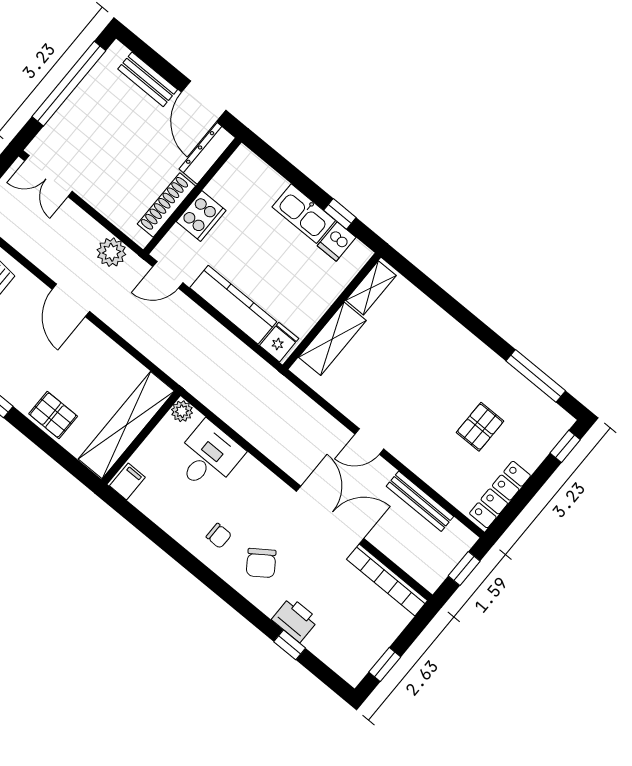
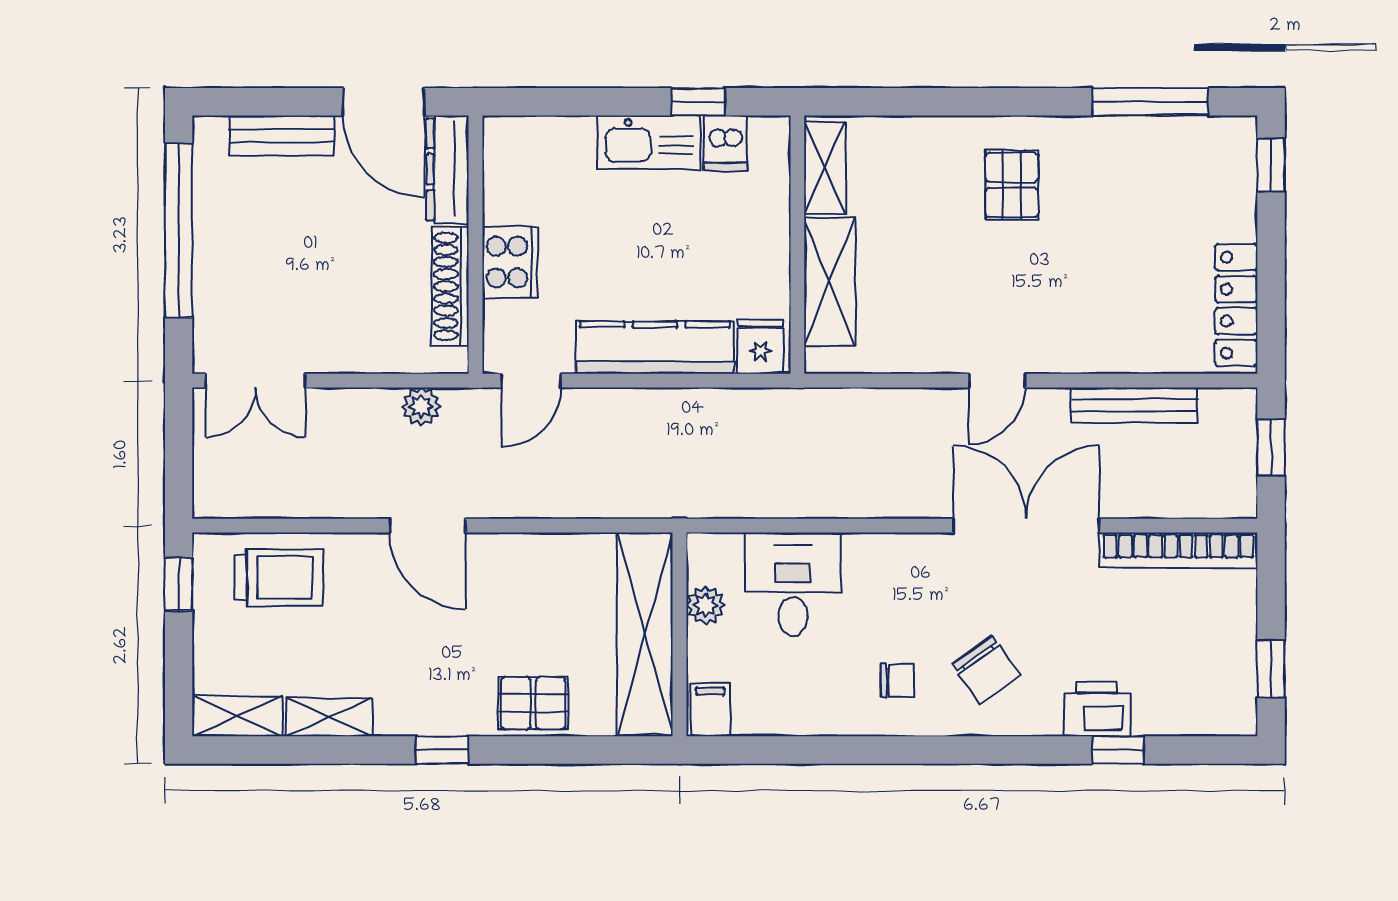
plant: (111, 252) -> (421, 406), width x0.73, depth x0.73
plant: (182, 411) -> (706, 605), moved
pallet: (480, 427) -> (1012, 185), moved

